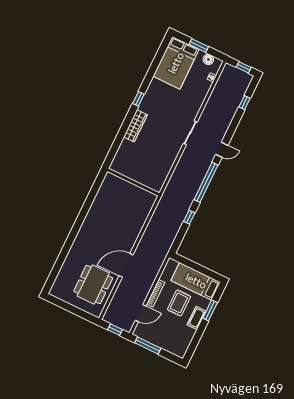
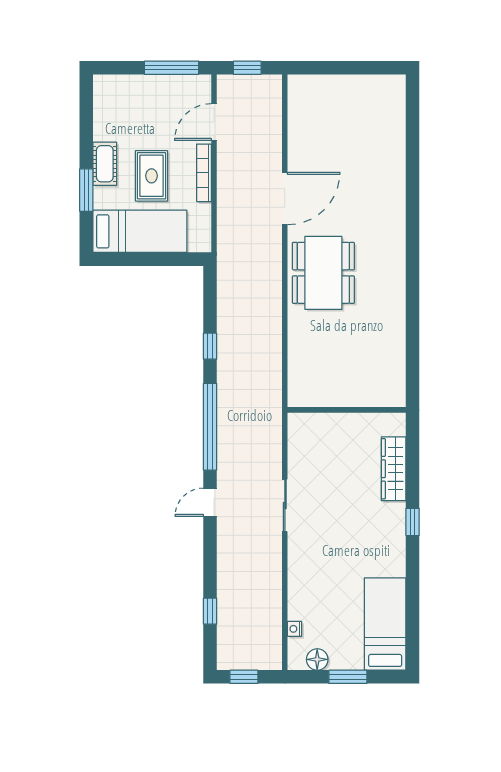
bed: (176, 63) -> (385, 624), width x0.67
wall: (133, 182) -> (347, 410), moved
dining table: (93, 285) -> (323, 273), moved

